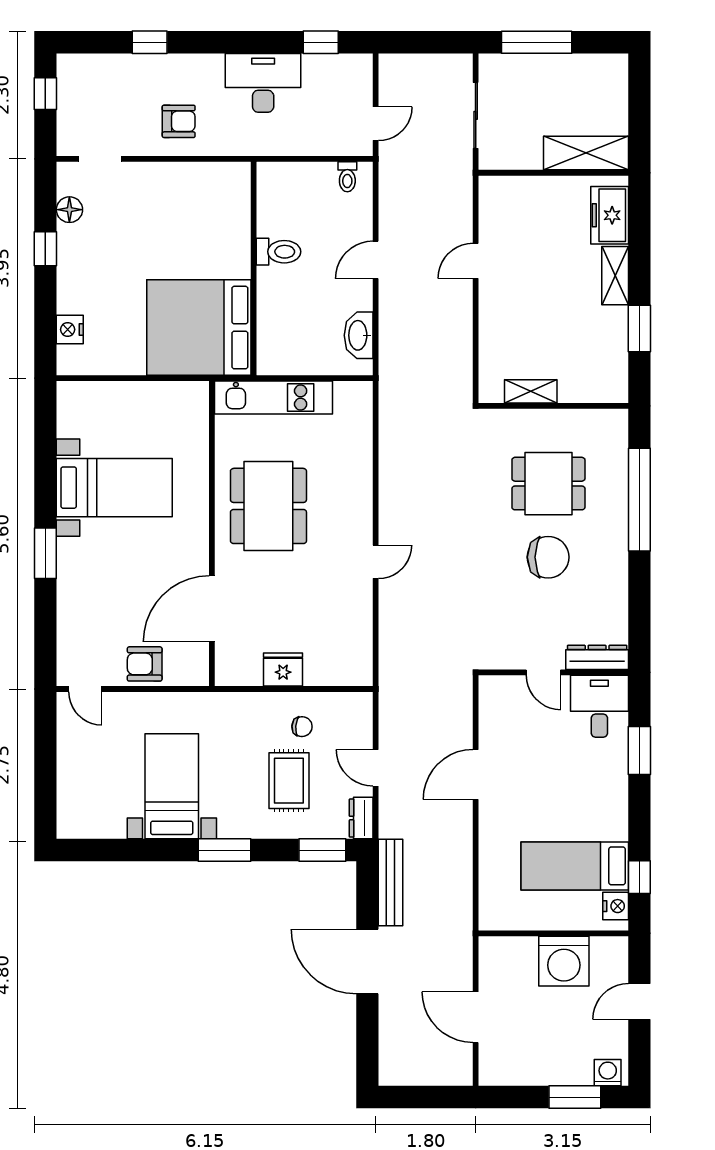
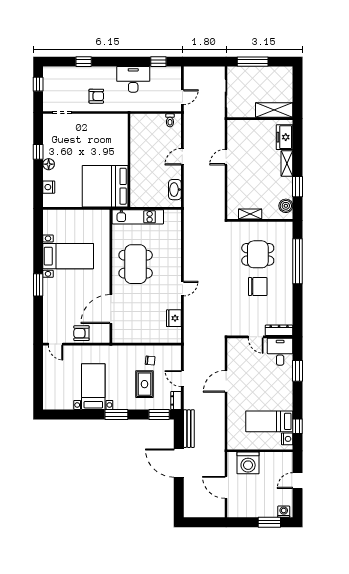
floor lamp: (69, 210) -> (49, 164), moved
toilet: (278, 252) -> (140, 153), removed
boiler: (613, 372) -> (286, 206), added
fridge: (283, 670) -> (174, 318), moved, turned -90
washing machine: (564, 961) -> (248, 463), moved

